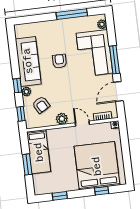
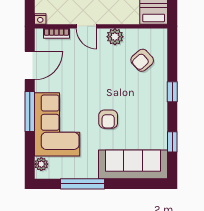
sofa: (28, 61) -> (133, 164), moved, turned 90
plant: (26, 92) -> (161, 82), removed
armchair: (41, 105) -> (142, 60), turned -103
window: (21, 114) -> (172, 142), moved

